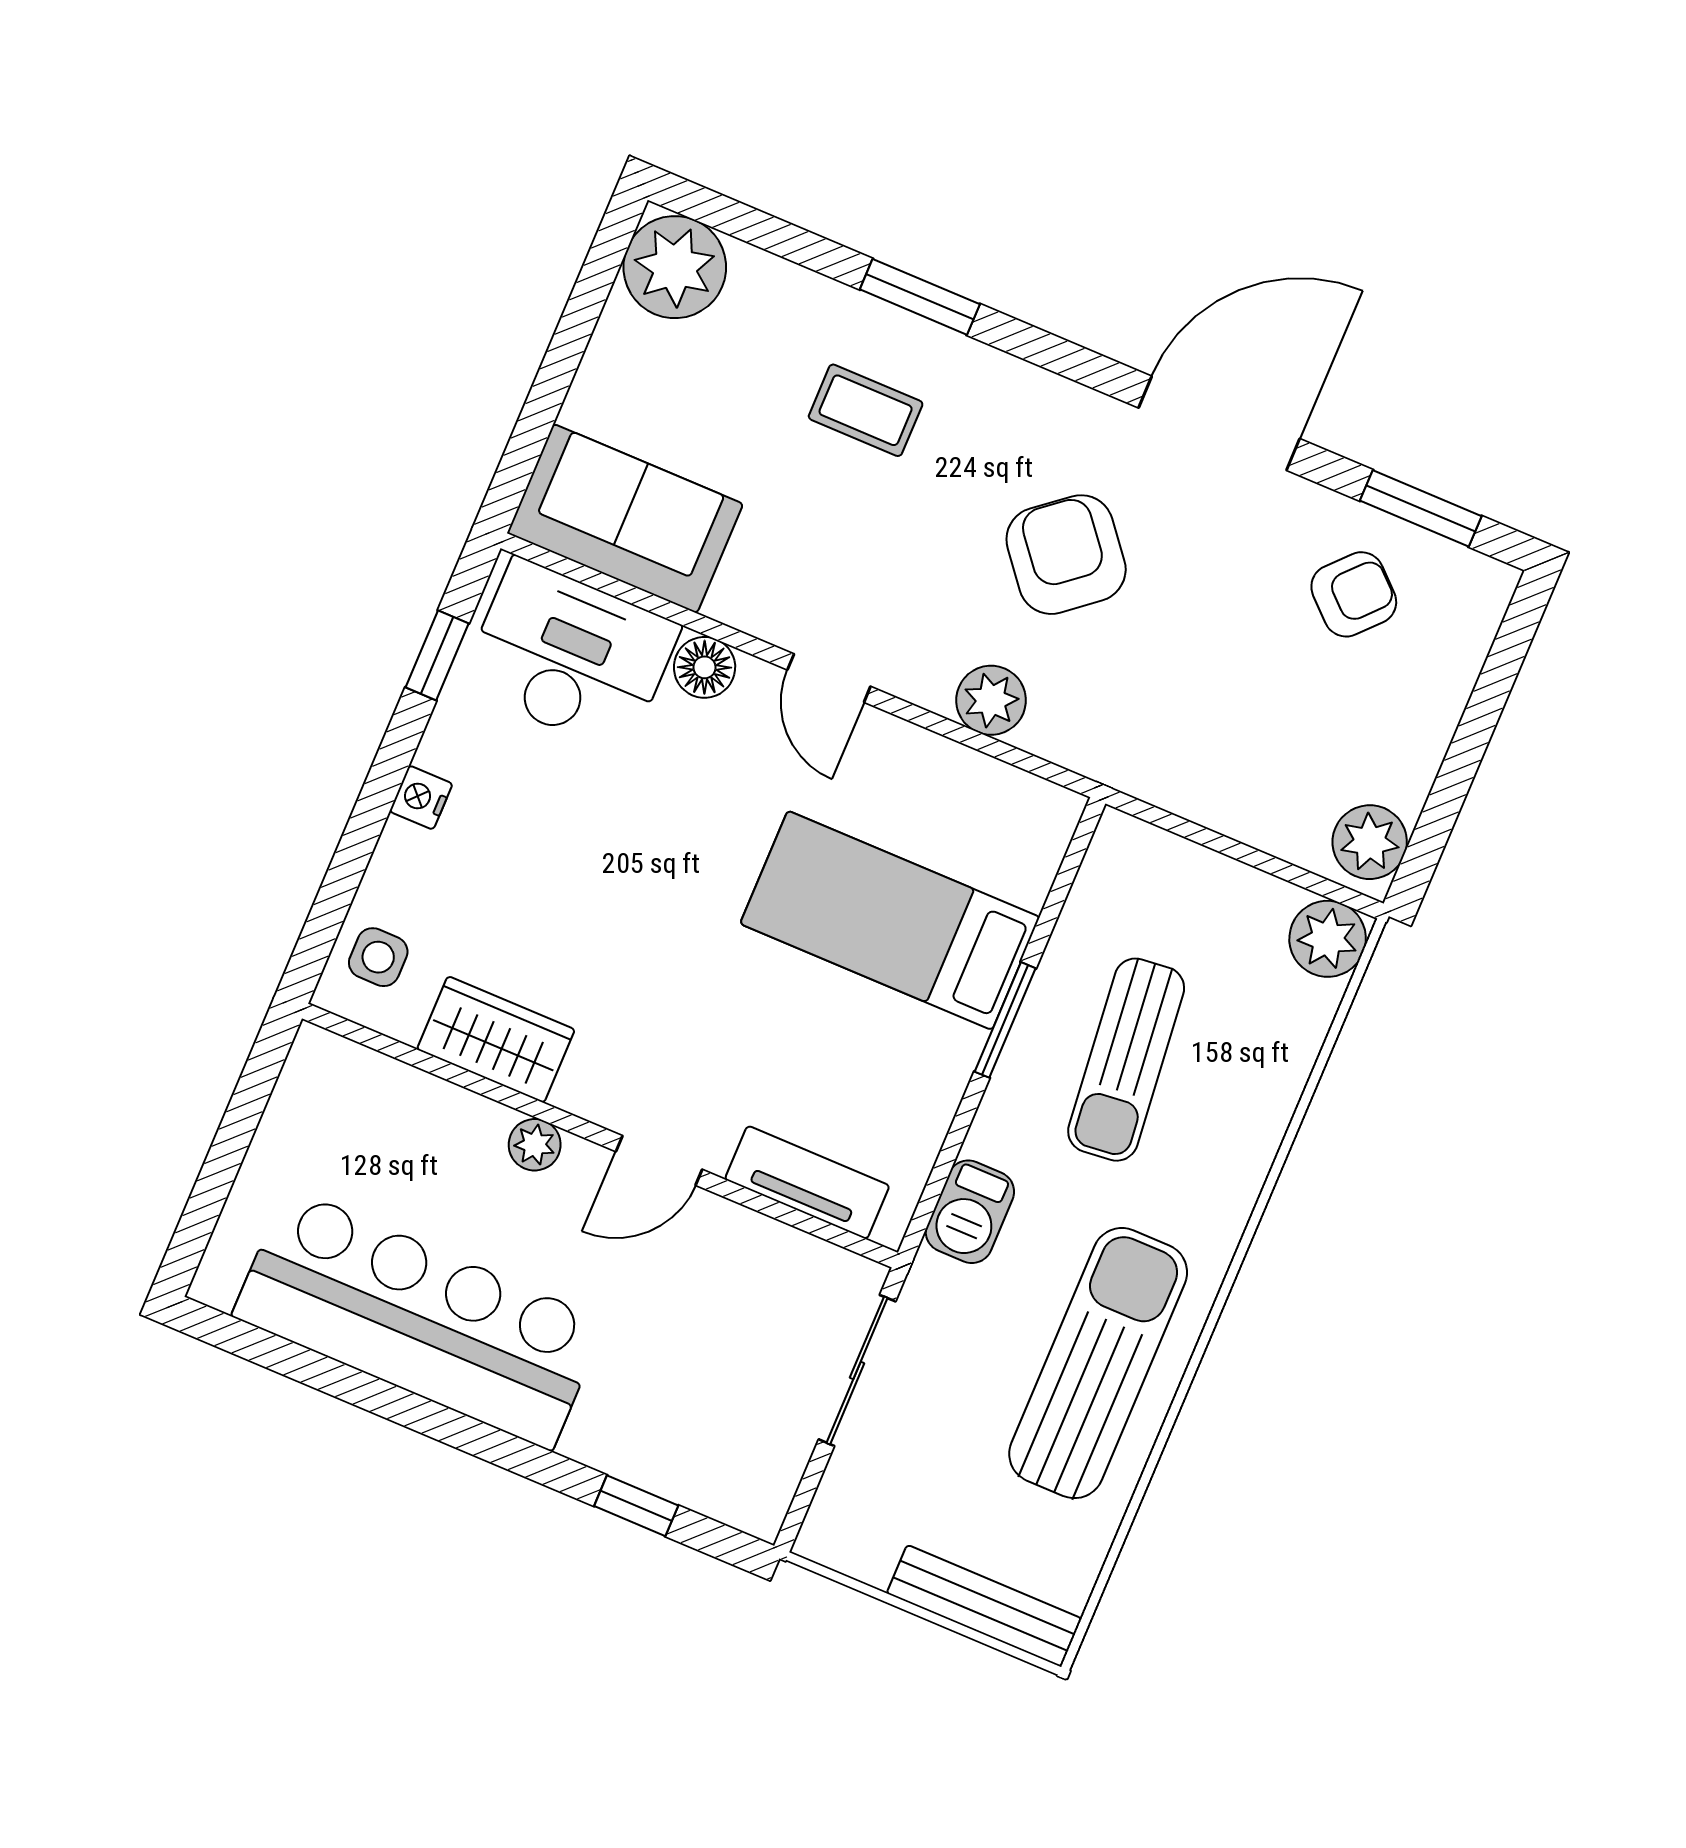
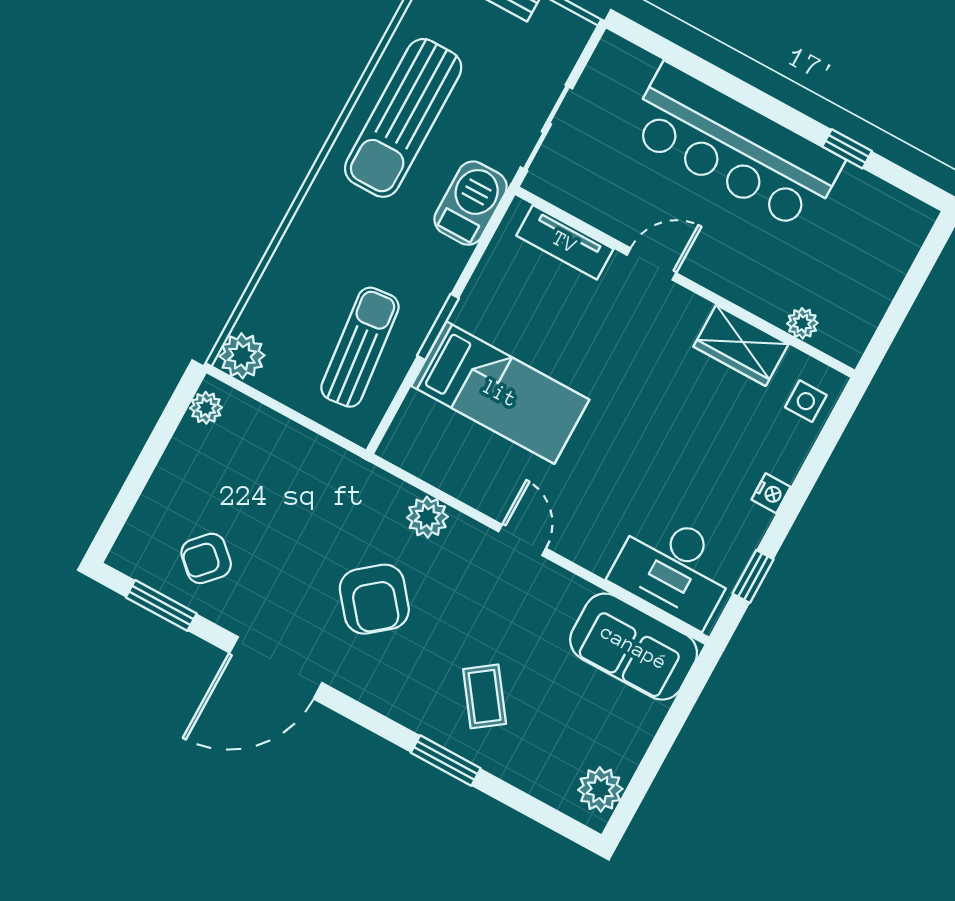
plant: (675, 267) -> (600, 789), width x0.73, depth x0.73
coffee table: (866, 410) -> (485, 696), turned 54
floor lamp: (705, 667) -> (595, 554), removed
plant: (1370, 842) -> (206, 408), width x0.73, depth x0.73
sun lounger: (1126, 1060) -> (360, 347), moved
plant: (535, 1145) -> (802, 323), moved
barbecue: (970, 1212) -> (471, 203), width x1.38, depth x1.27
bar counter: (419, 1319) -> (735, 147), moved
window: (636, 1506) -> (847, 149), moved

